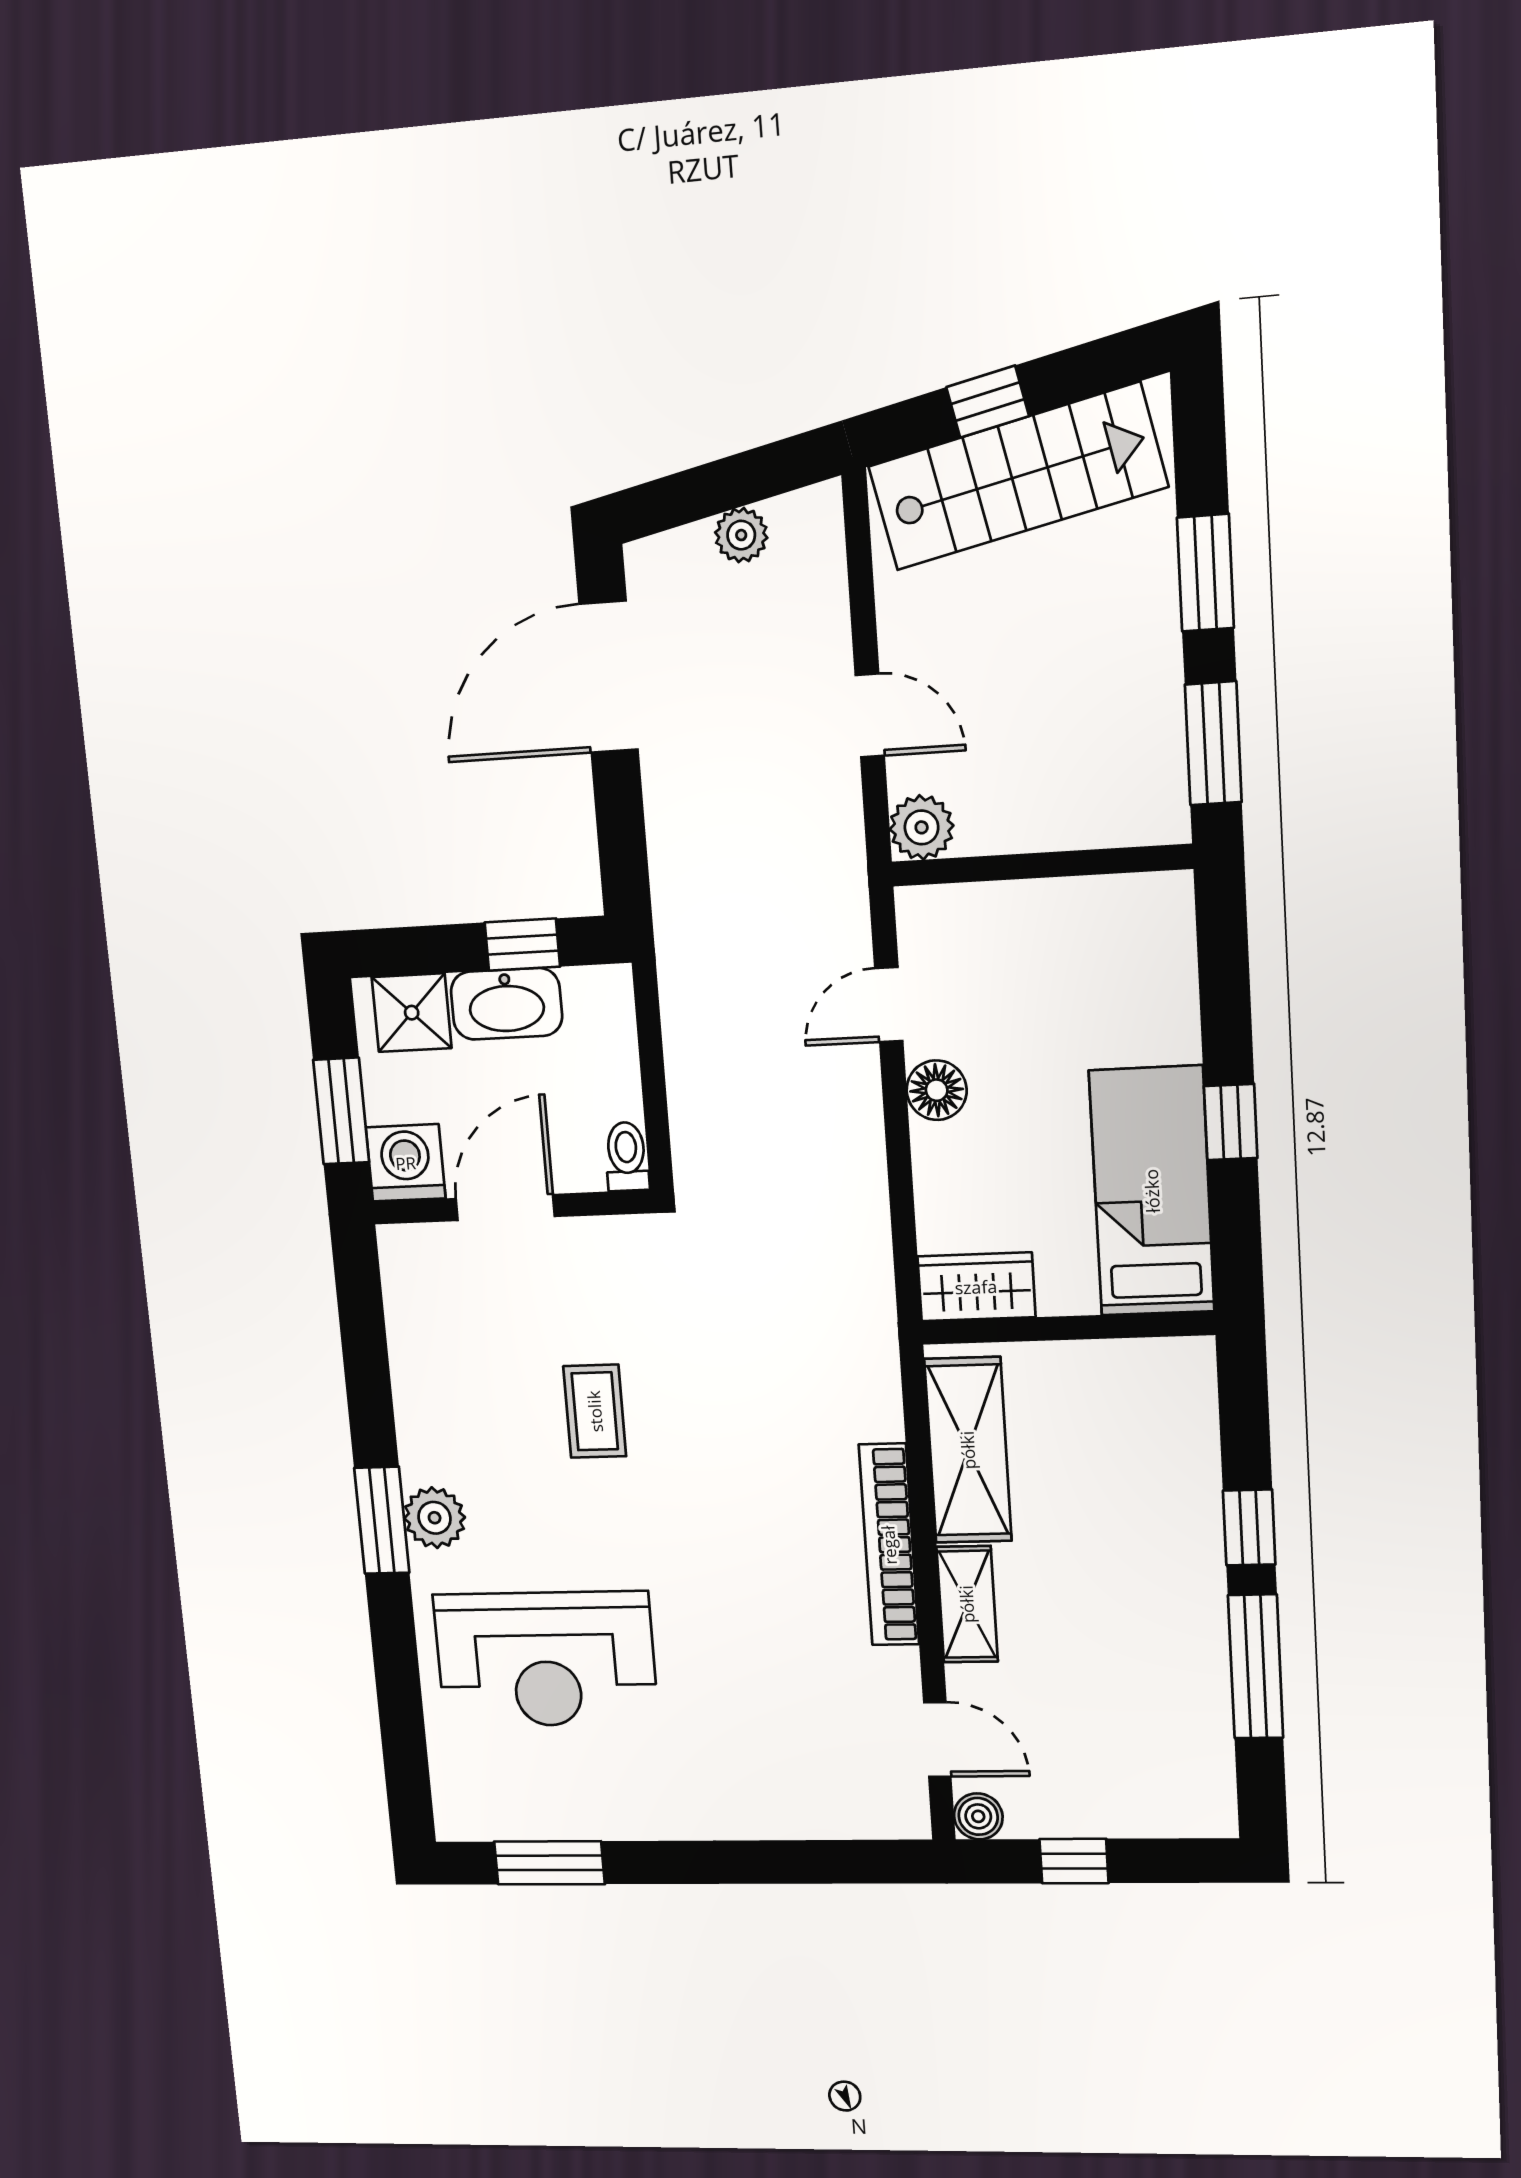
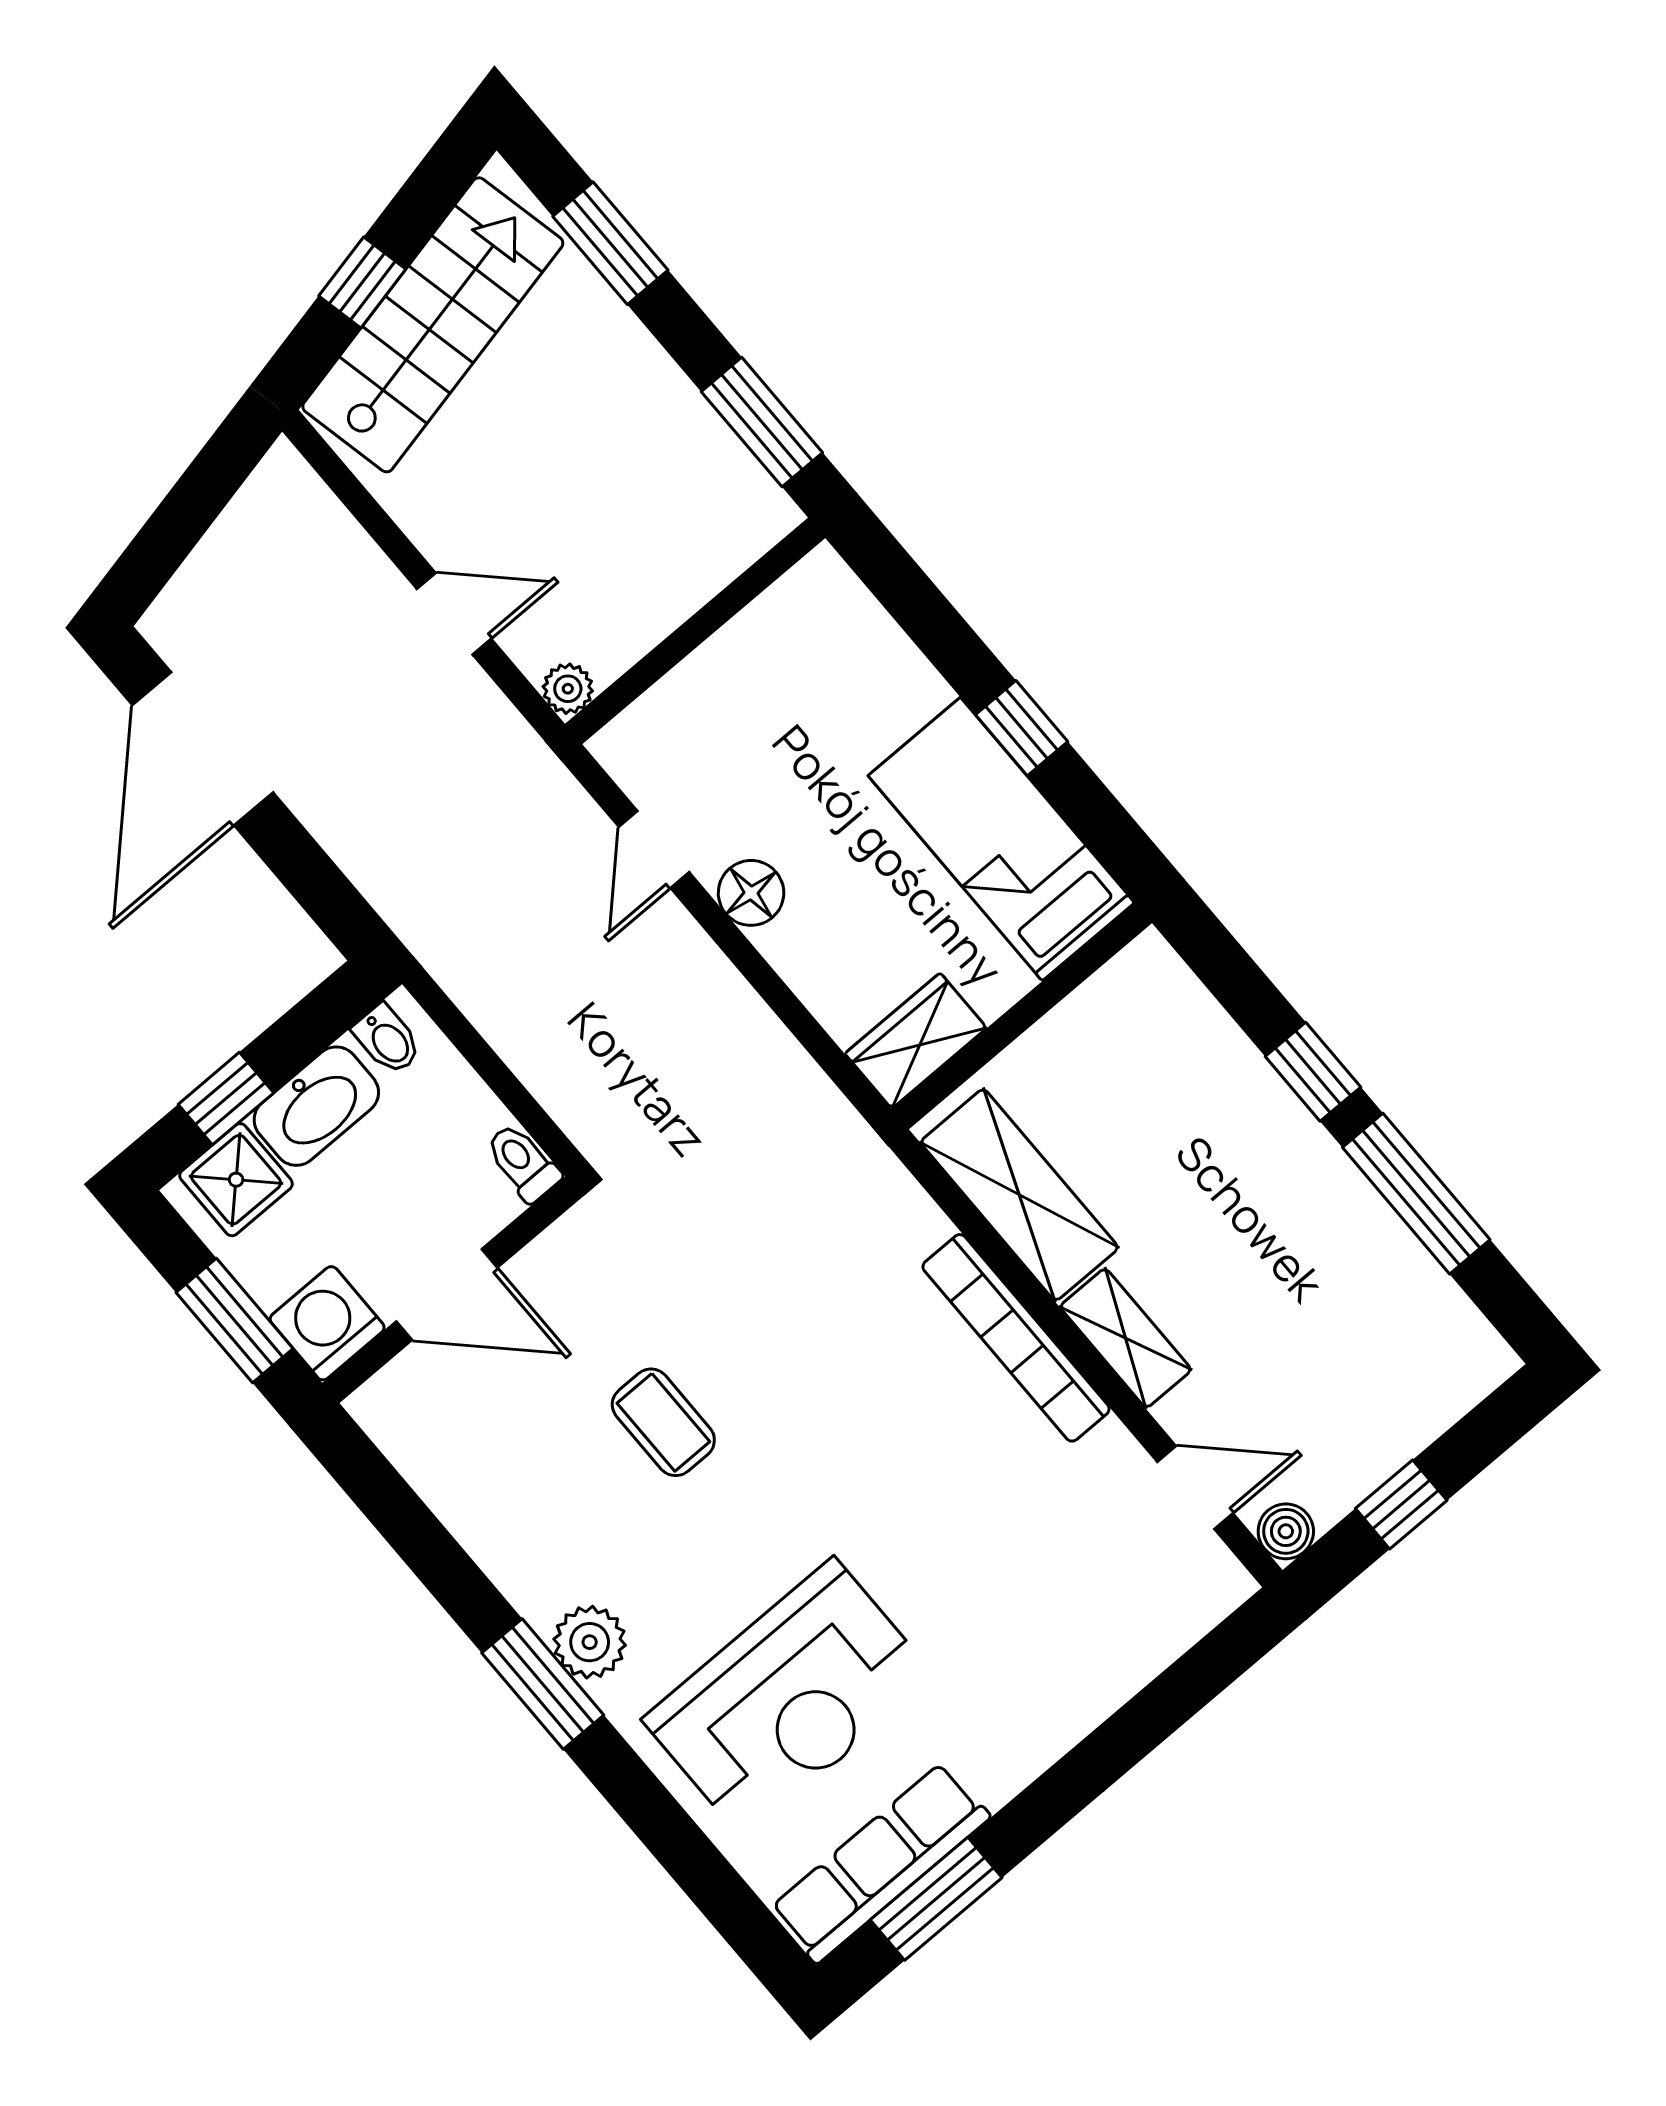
plant: (741, 535) -> (232, 544), removed
window: (1205, 573) -> (610, 243), moved
plant: (922, 827) -> (568, 689), width x0.73, depth x0.73
window: (522, 945) -> (226, 1099), moved
bidet: (592, 995) -> (387, 1040), added
door: (505, 1208) -> (447, 1295), swing flipped
row of seats: (528, 1811) -> (880, 1863), added

